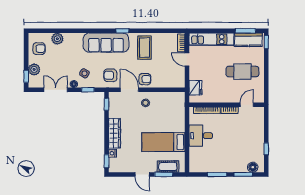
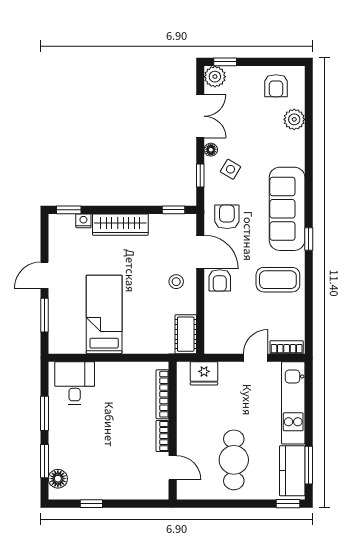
plant: (34, 69) -> (215, 77), moved
door: (129, 90) -> (200, 252), hinge flipped
desk: (201, 136) -> (75, 383), moved
cot: (168, 166) -> (186, 334), moved

